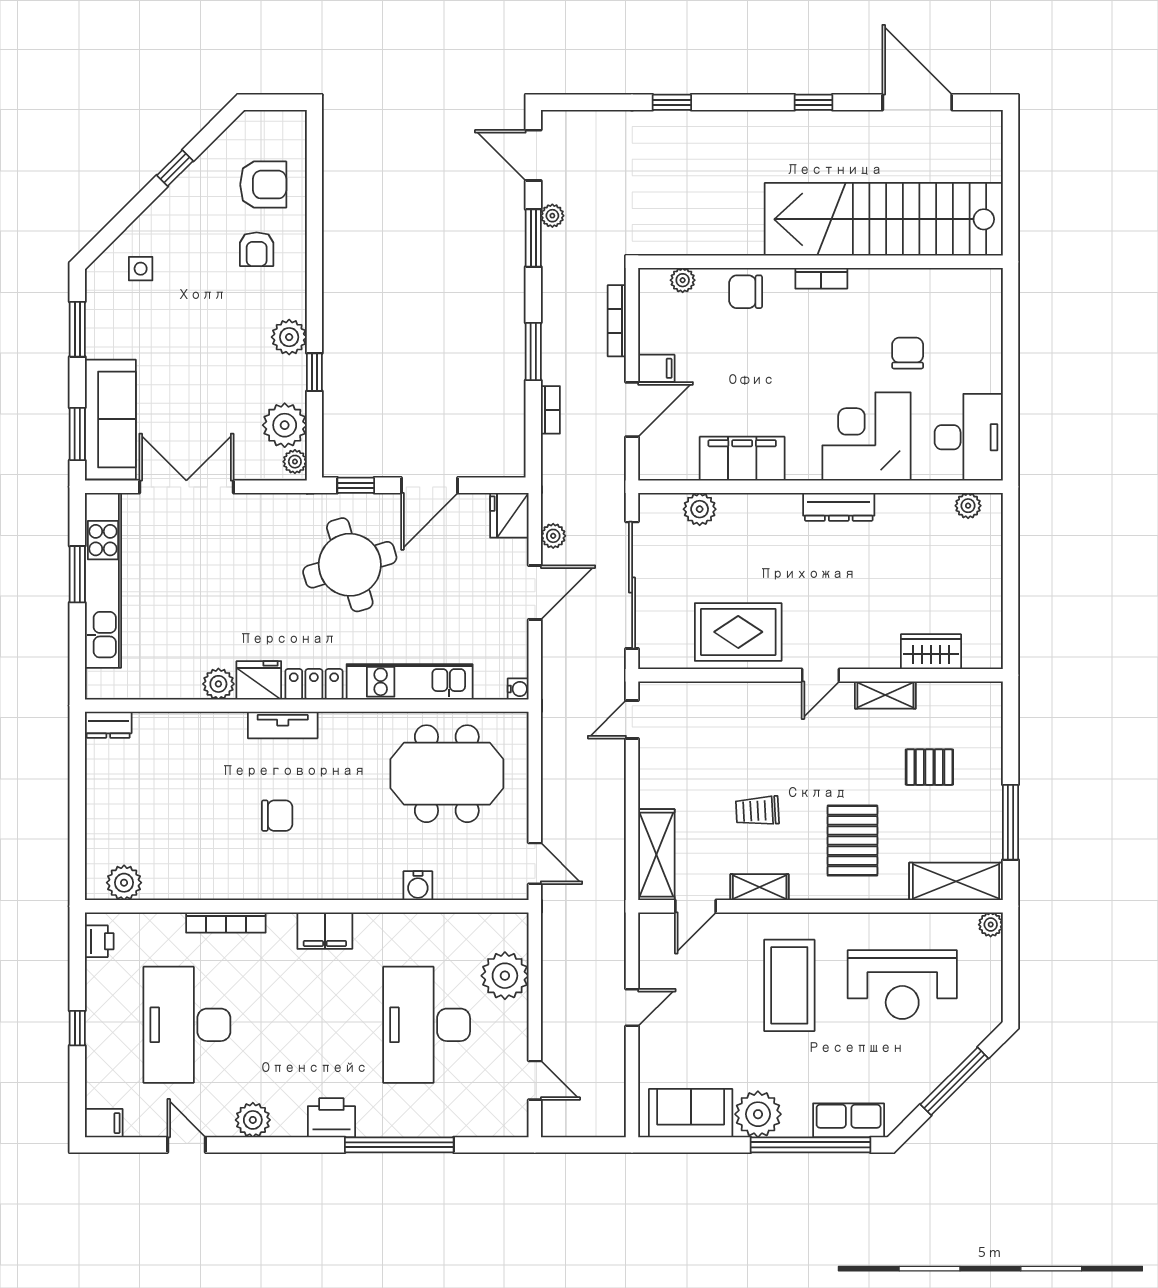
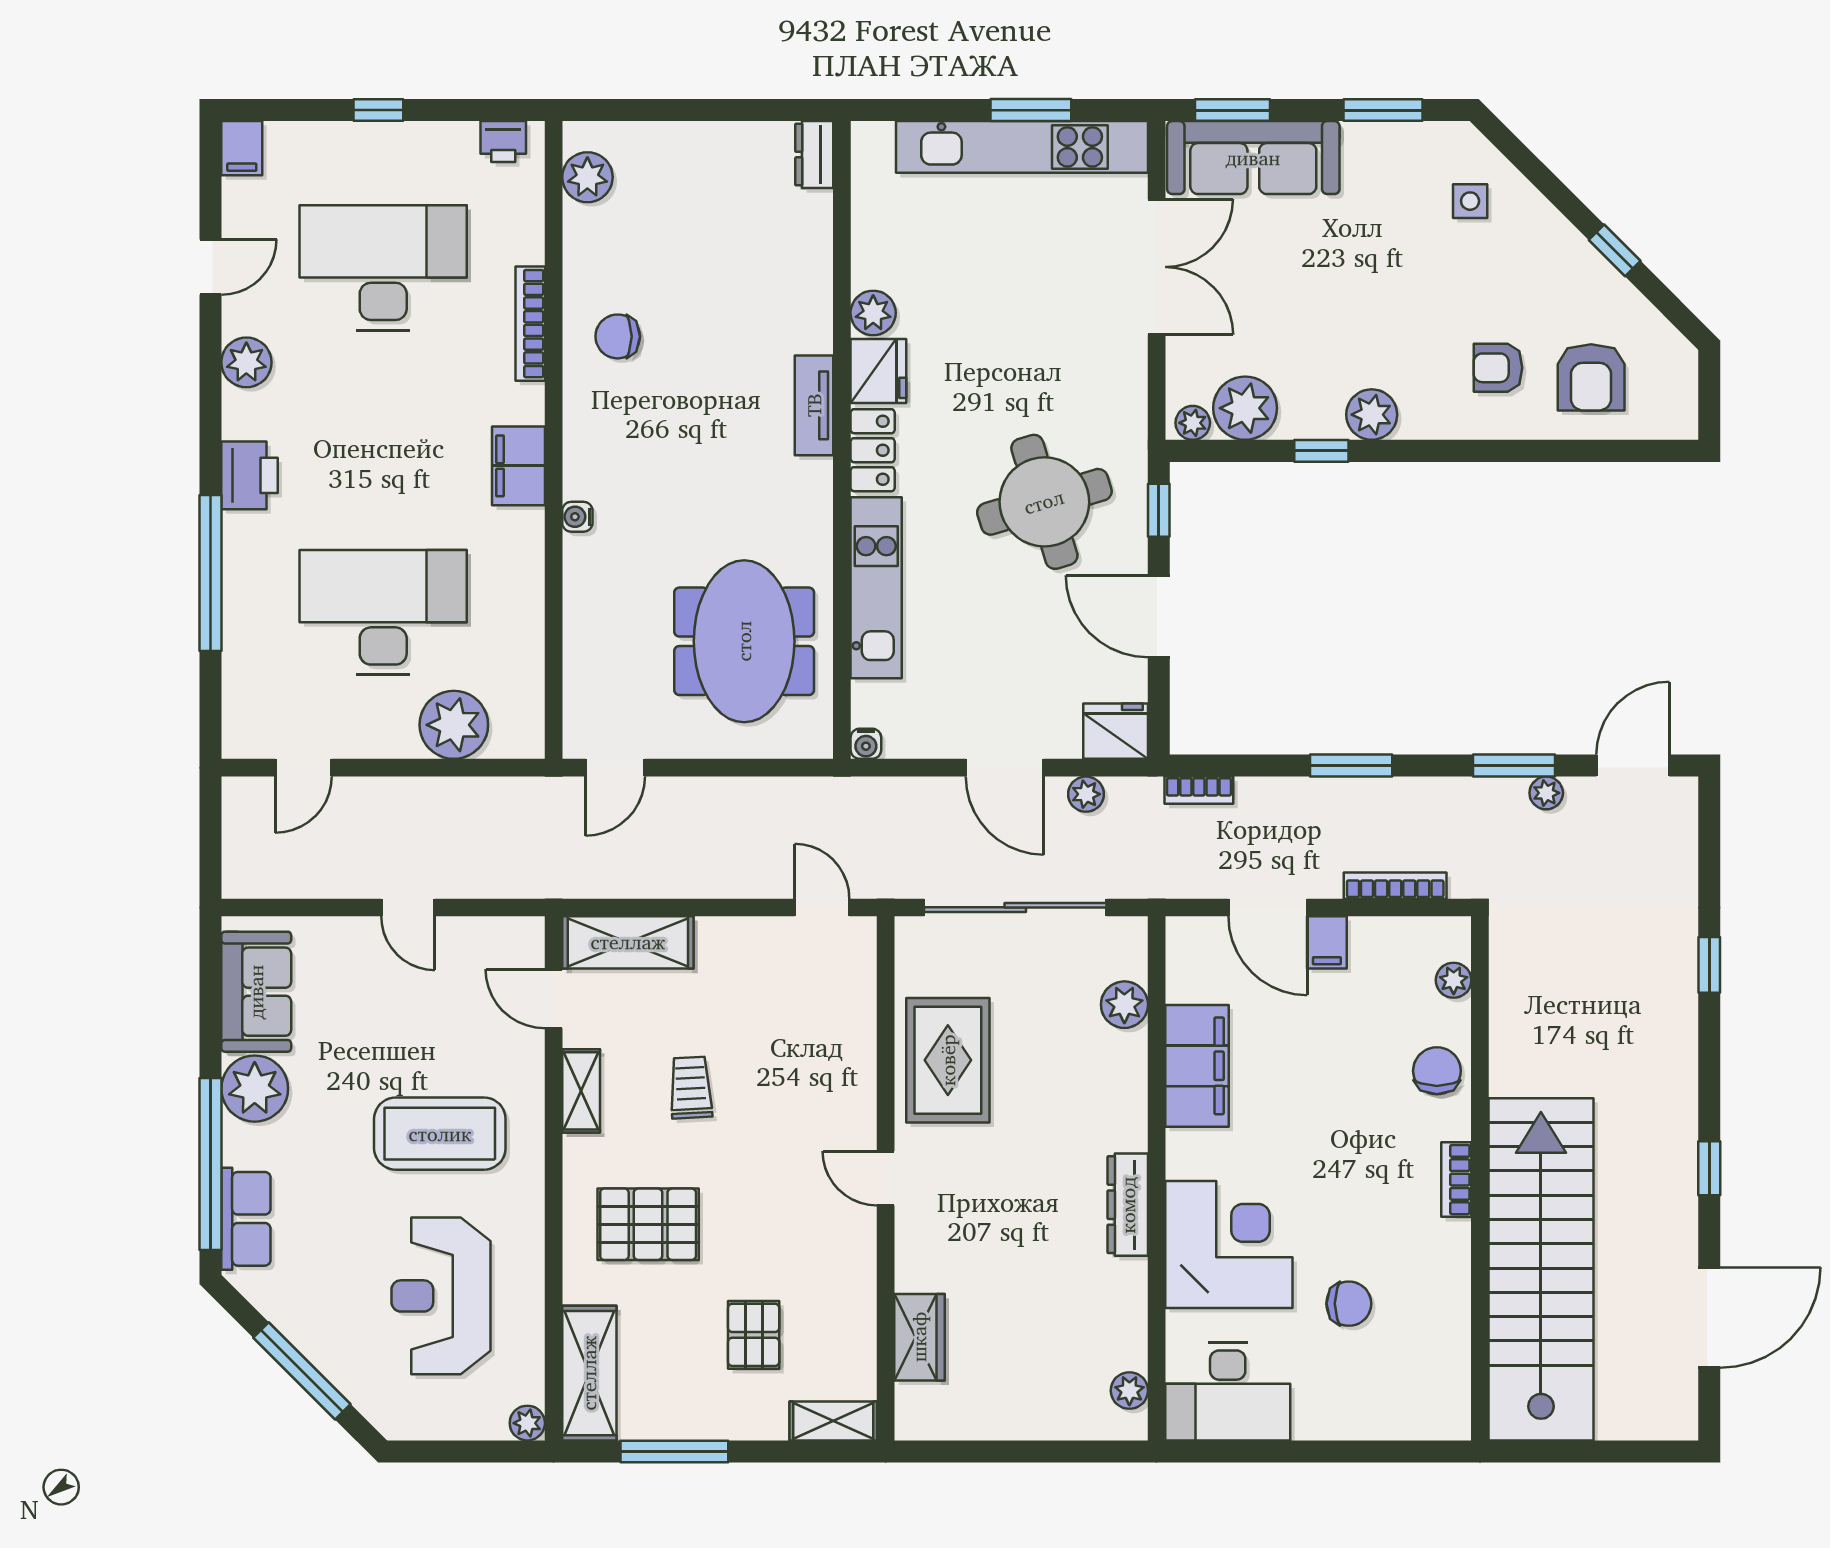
bookcase: (550, 410) -> (1199, 790), moved
shelving: (885, 695) -> (833, 1421), moved, turned 90
chair: (277, 816) -> (618, 336), moved, turned 90
water cooler: (418, 886) -> (577, 517), moved, width x0.72, depth x0.72

